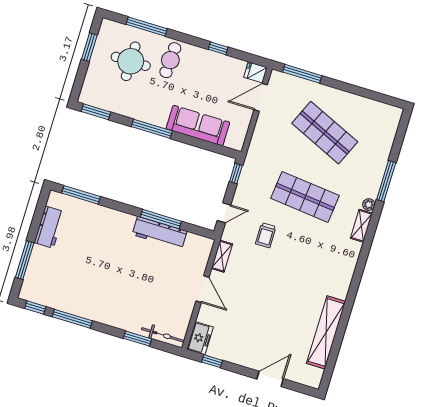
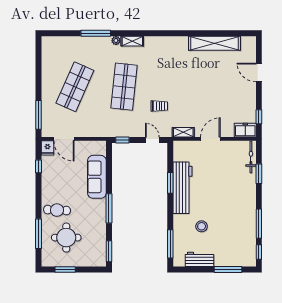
window: (218, 48) -> (39, 166), moved
window: (161, 219) -> (170, 183), width x0.69
workbench: (160, 233) -> (183, 188), width x1.36, depth x1.32
stool: (92, 243) -> (202, 226), added

